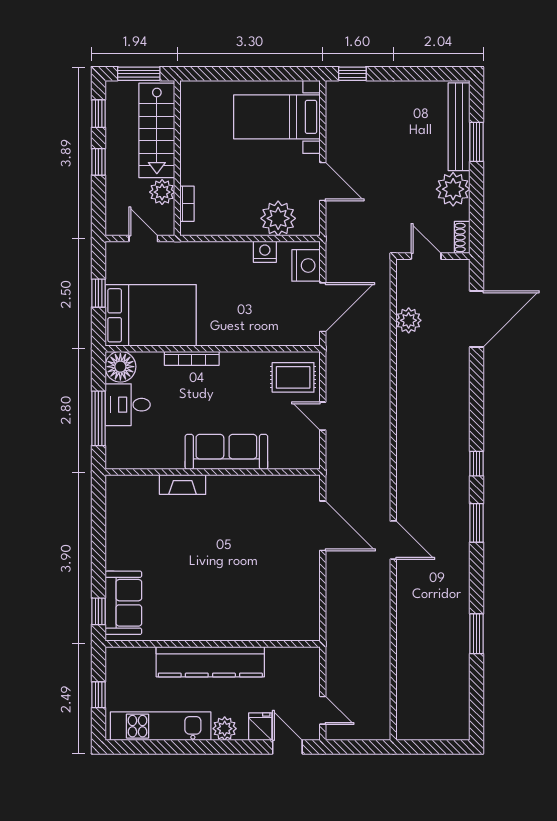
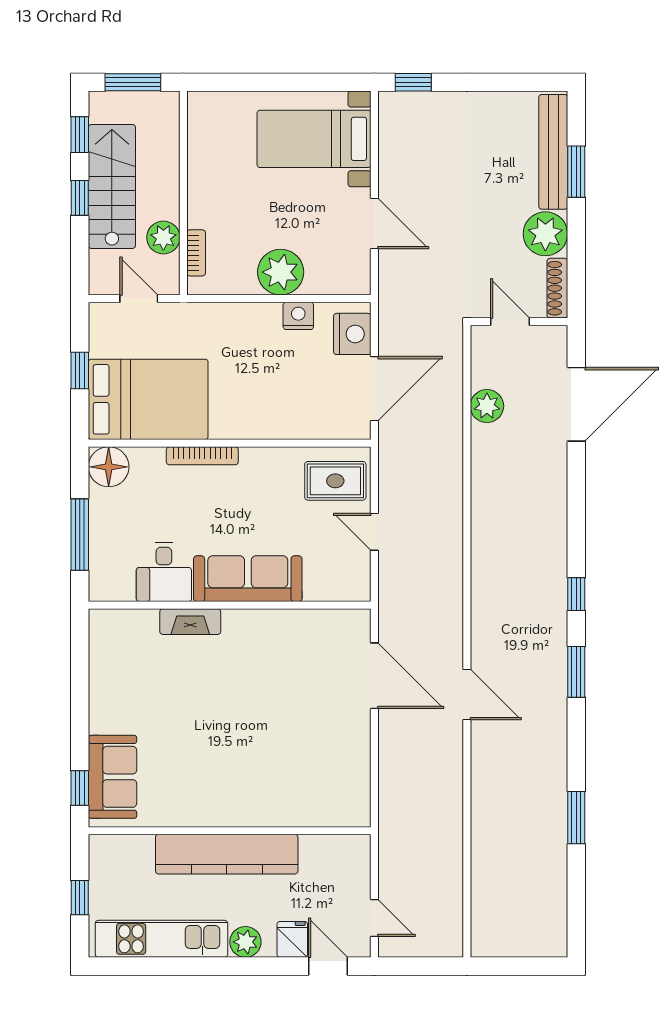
stairs: (157, 130) -> (112, 186), moved, turned 180
plant: (278, 218) -> (281, 272), moved
shoe rack: (462, 237) -> (557, 288), width x1.43
desk: (128, 405) -> (164, 572), moved, turned -90

